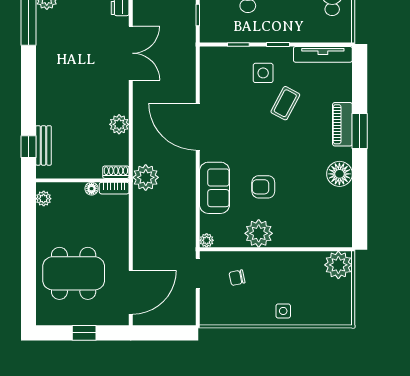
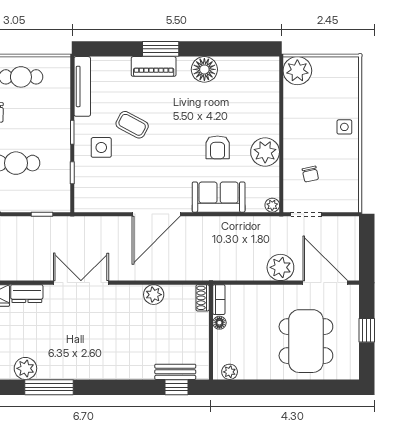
plant: (146, 177) -> (280, 267), moved

